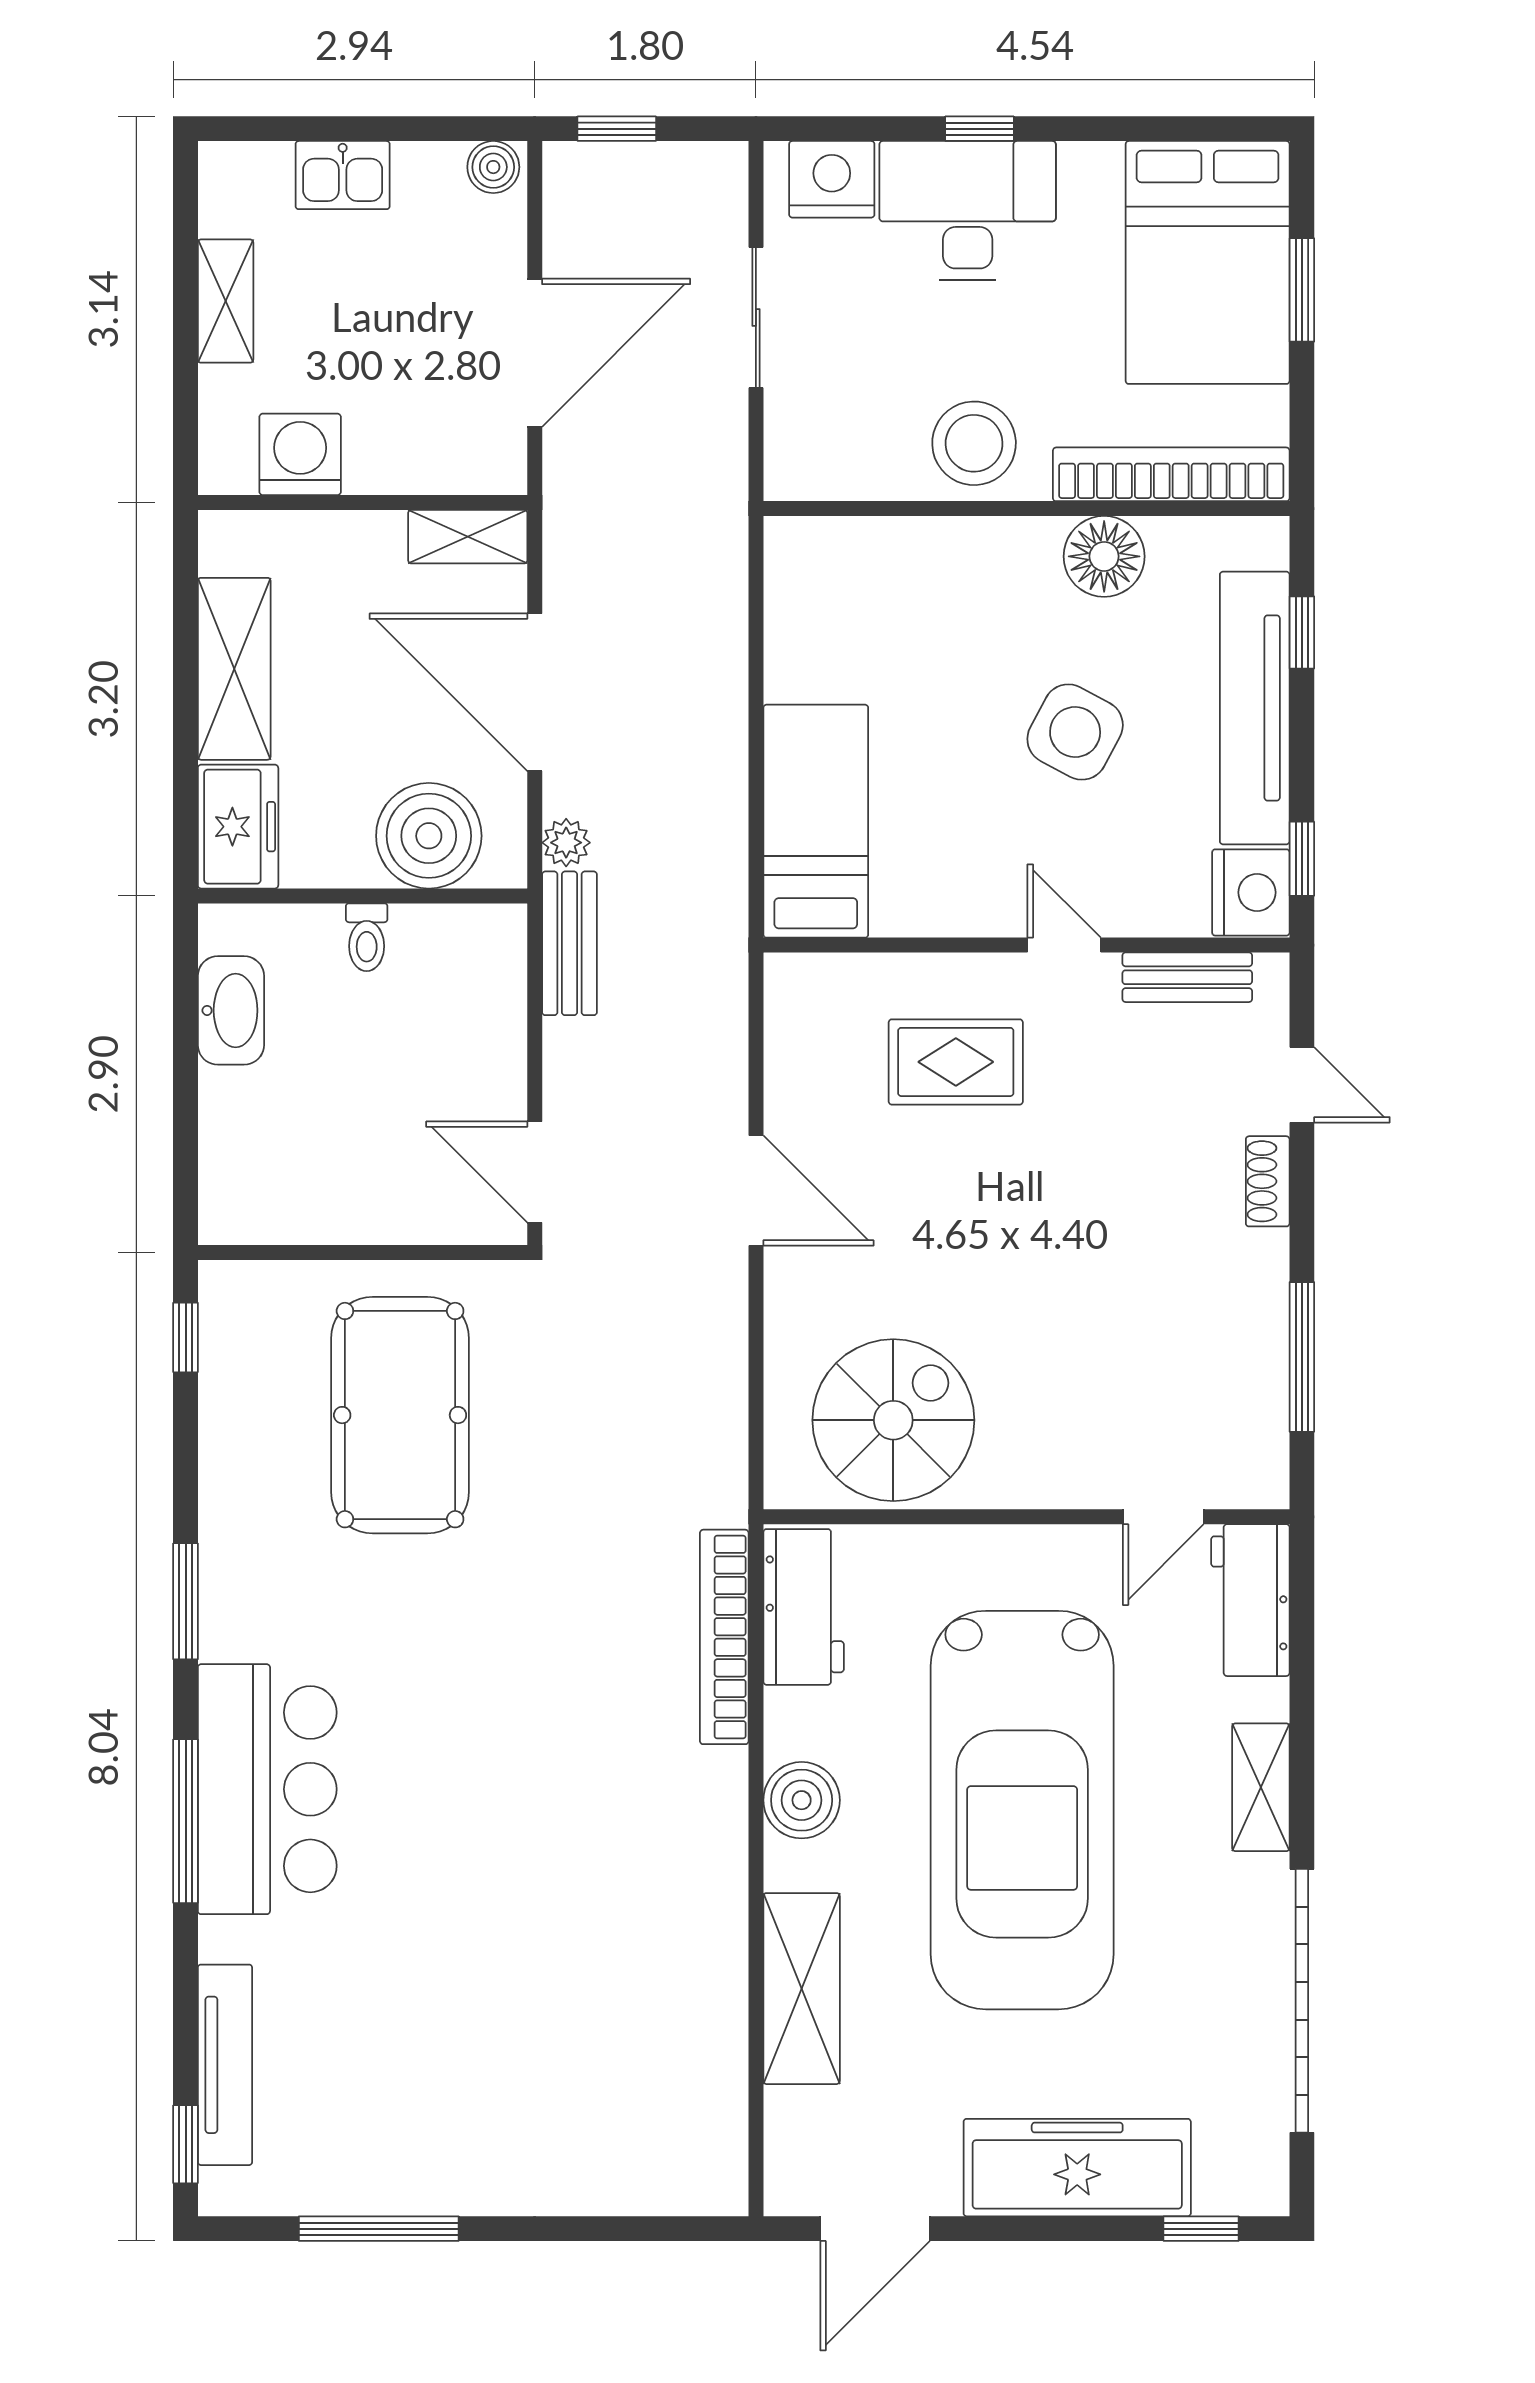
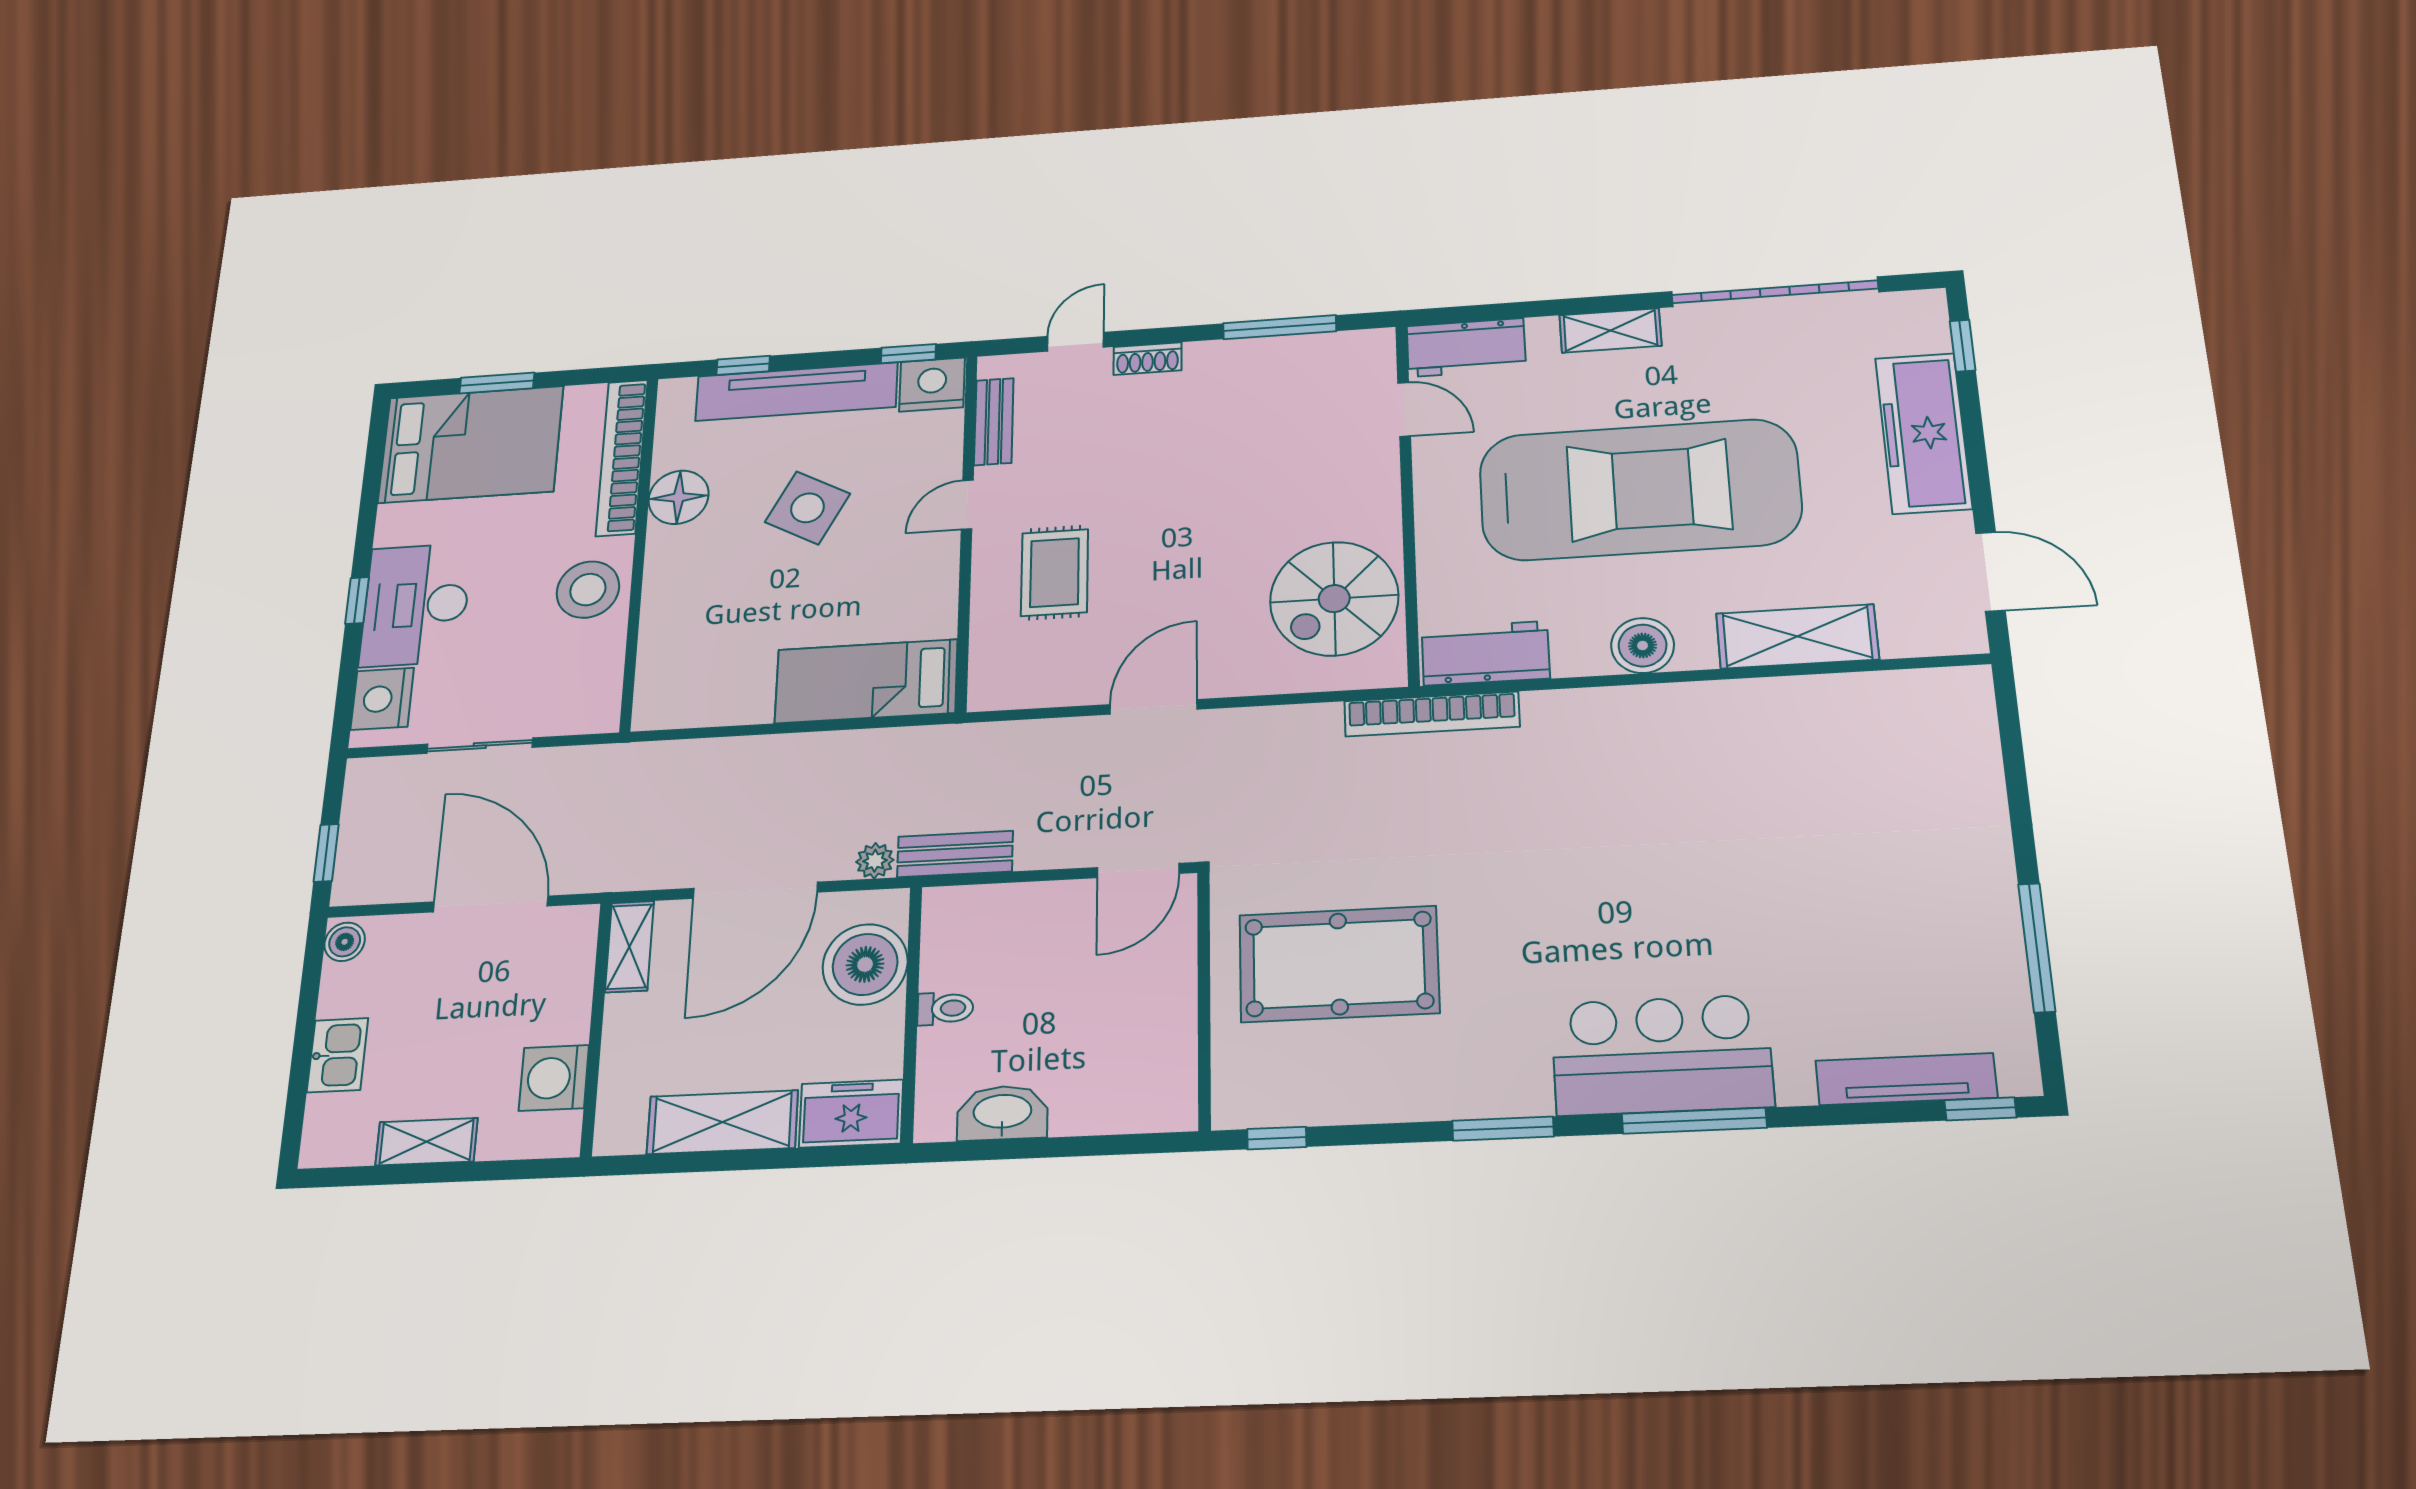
spiral stairs: (893, 1420) -> (1334, 599), turned -90
bookcase: (724, 1637) -> (1432, 714), moved

